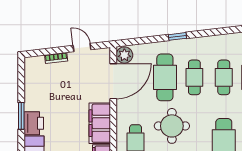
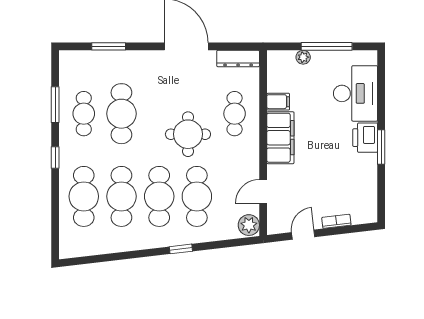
door: (82, 48) -> (303, 235), swing flipped
cafe table: (194, 77) -> (159, 196), width x1.37, depth x1.35
cafe table: (224, 77) -> (121, 196), width x1.37, depth x1.35
door: (113, 81) -> (263, 192), width x0.53

